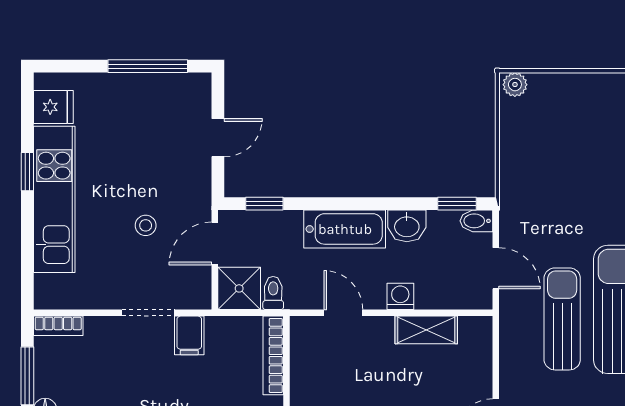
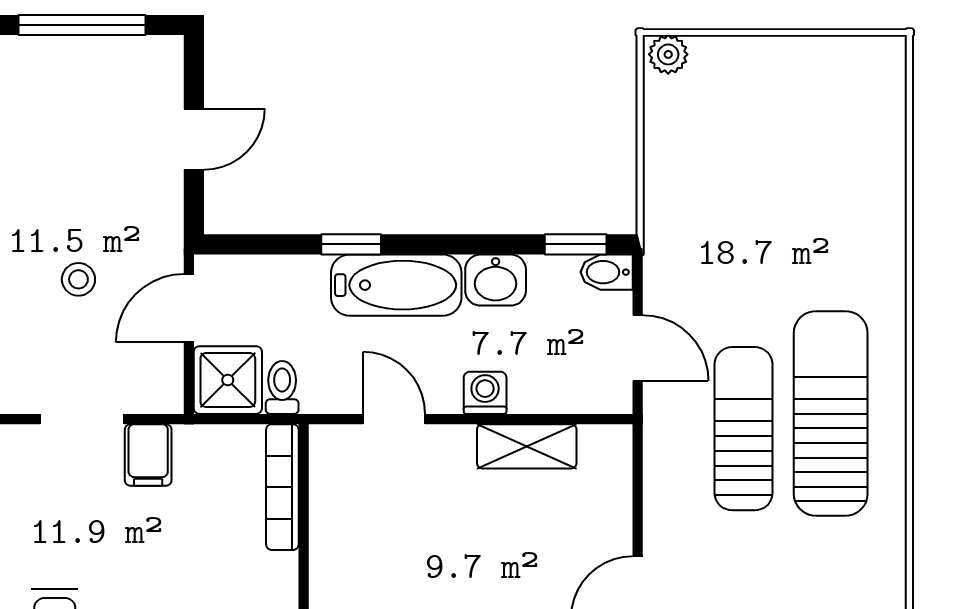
window: (264, 204) -> (351, 244), moved

